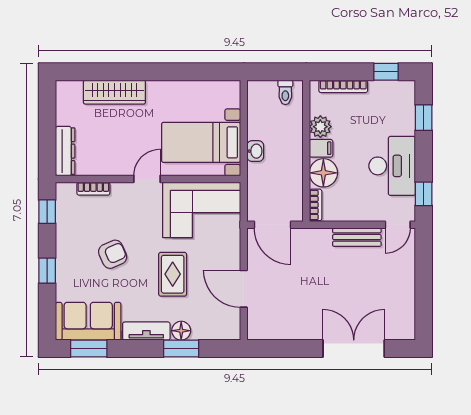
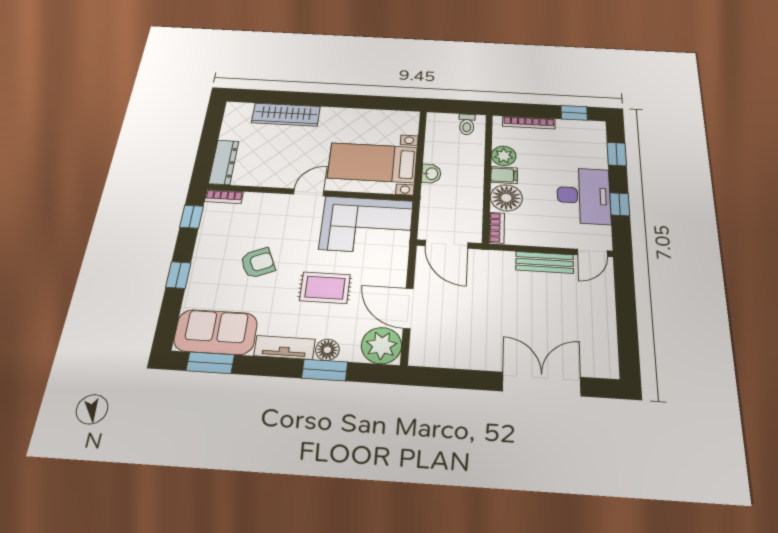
bookcase: (93, 189) -> (224, 197), moved
window: (424, 194) -> (620, 204), moved
rug: (173, 274) -> (325, 288), turned 90
plant: (224, 324) -> (381, 346), added

